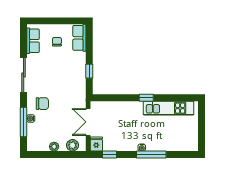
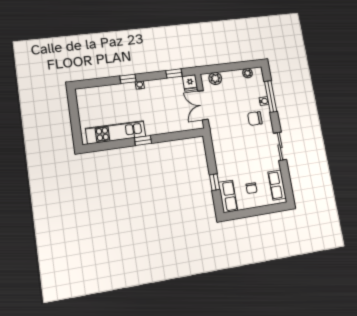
window: (89, 71) -> (215, 182), moved
sliding door: (24, 75) -> (280, 146), width x0.73
double door: (88, 122) -> (203, 105), swing flipped
plant: (54, 147) -> (248, 73), moved
window: (151, 154) -> (128, 79), width x0.46

